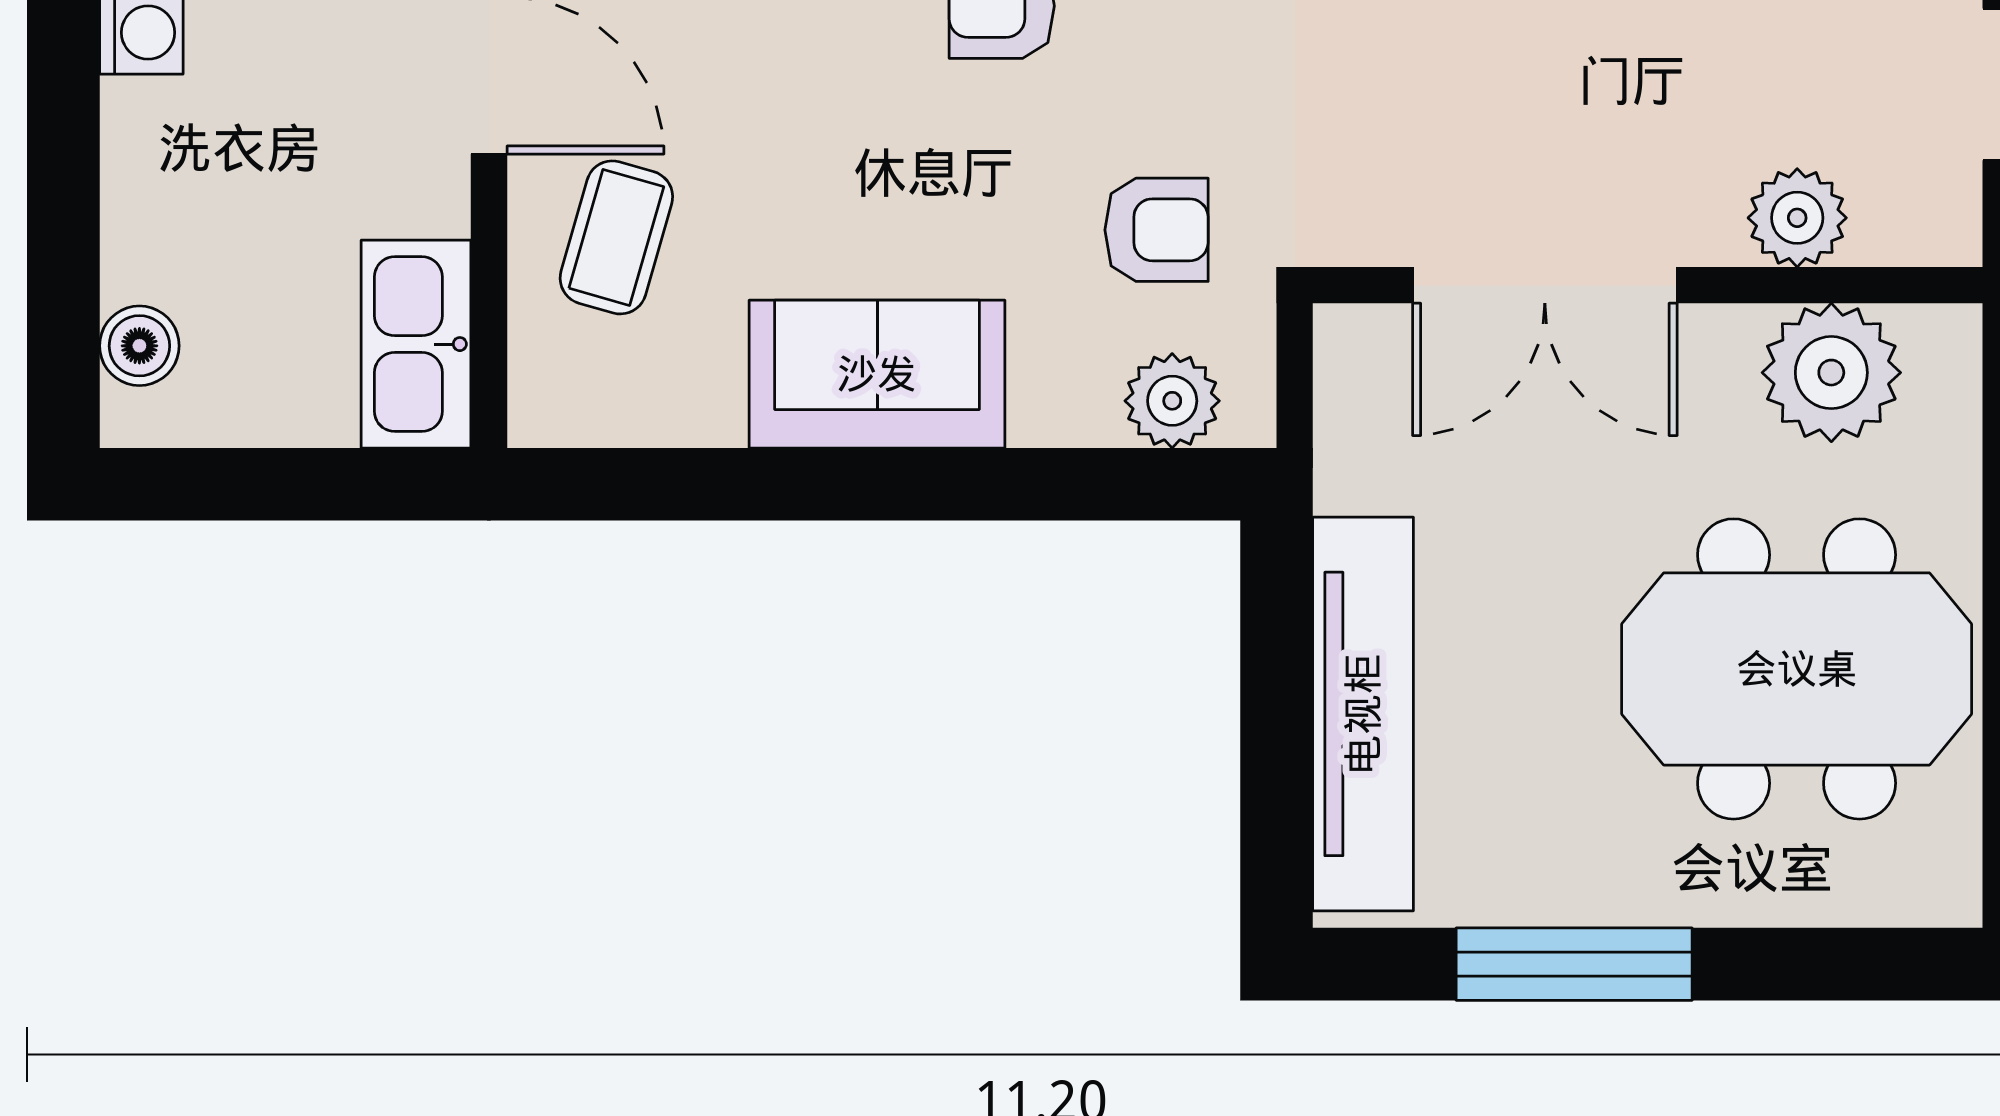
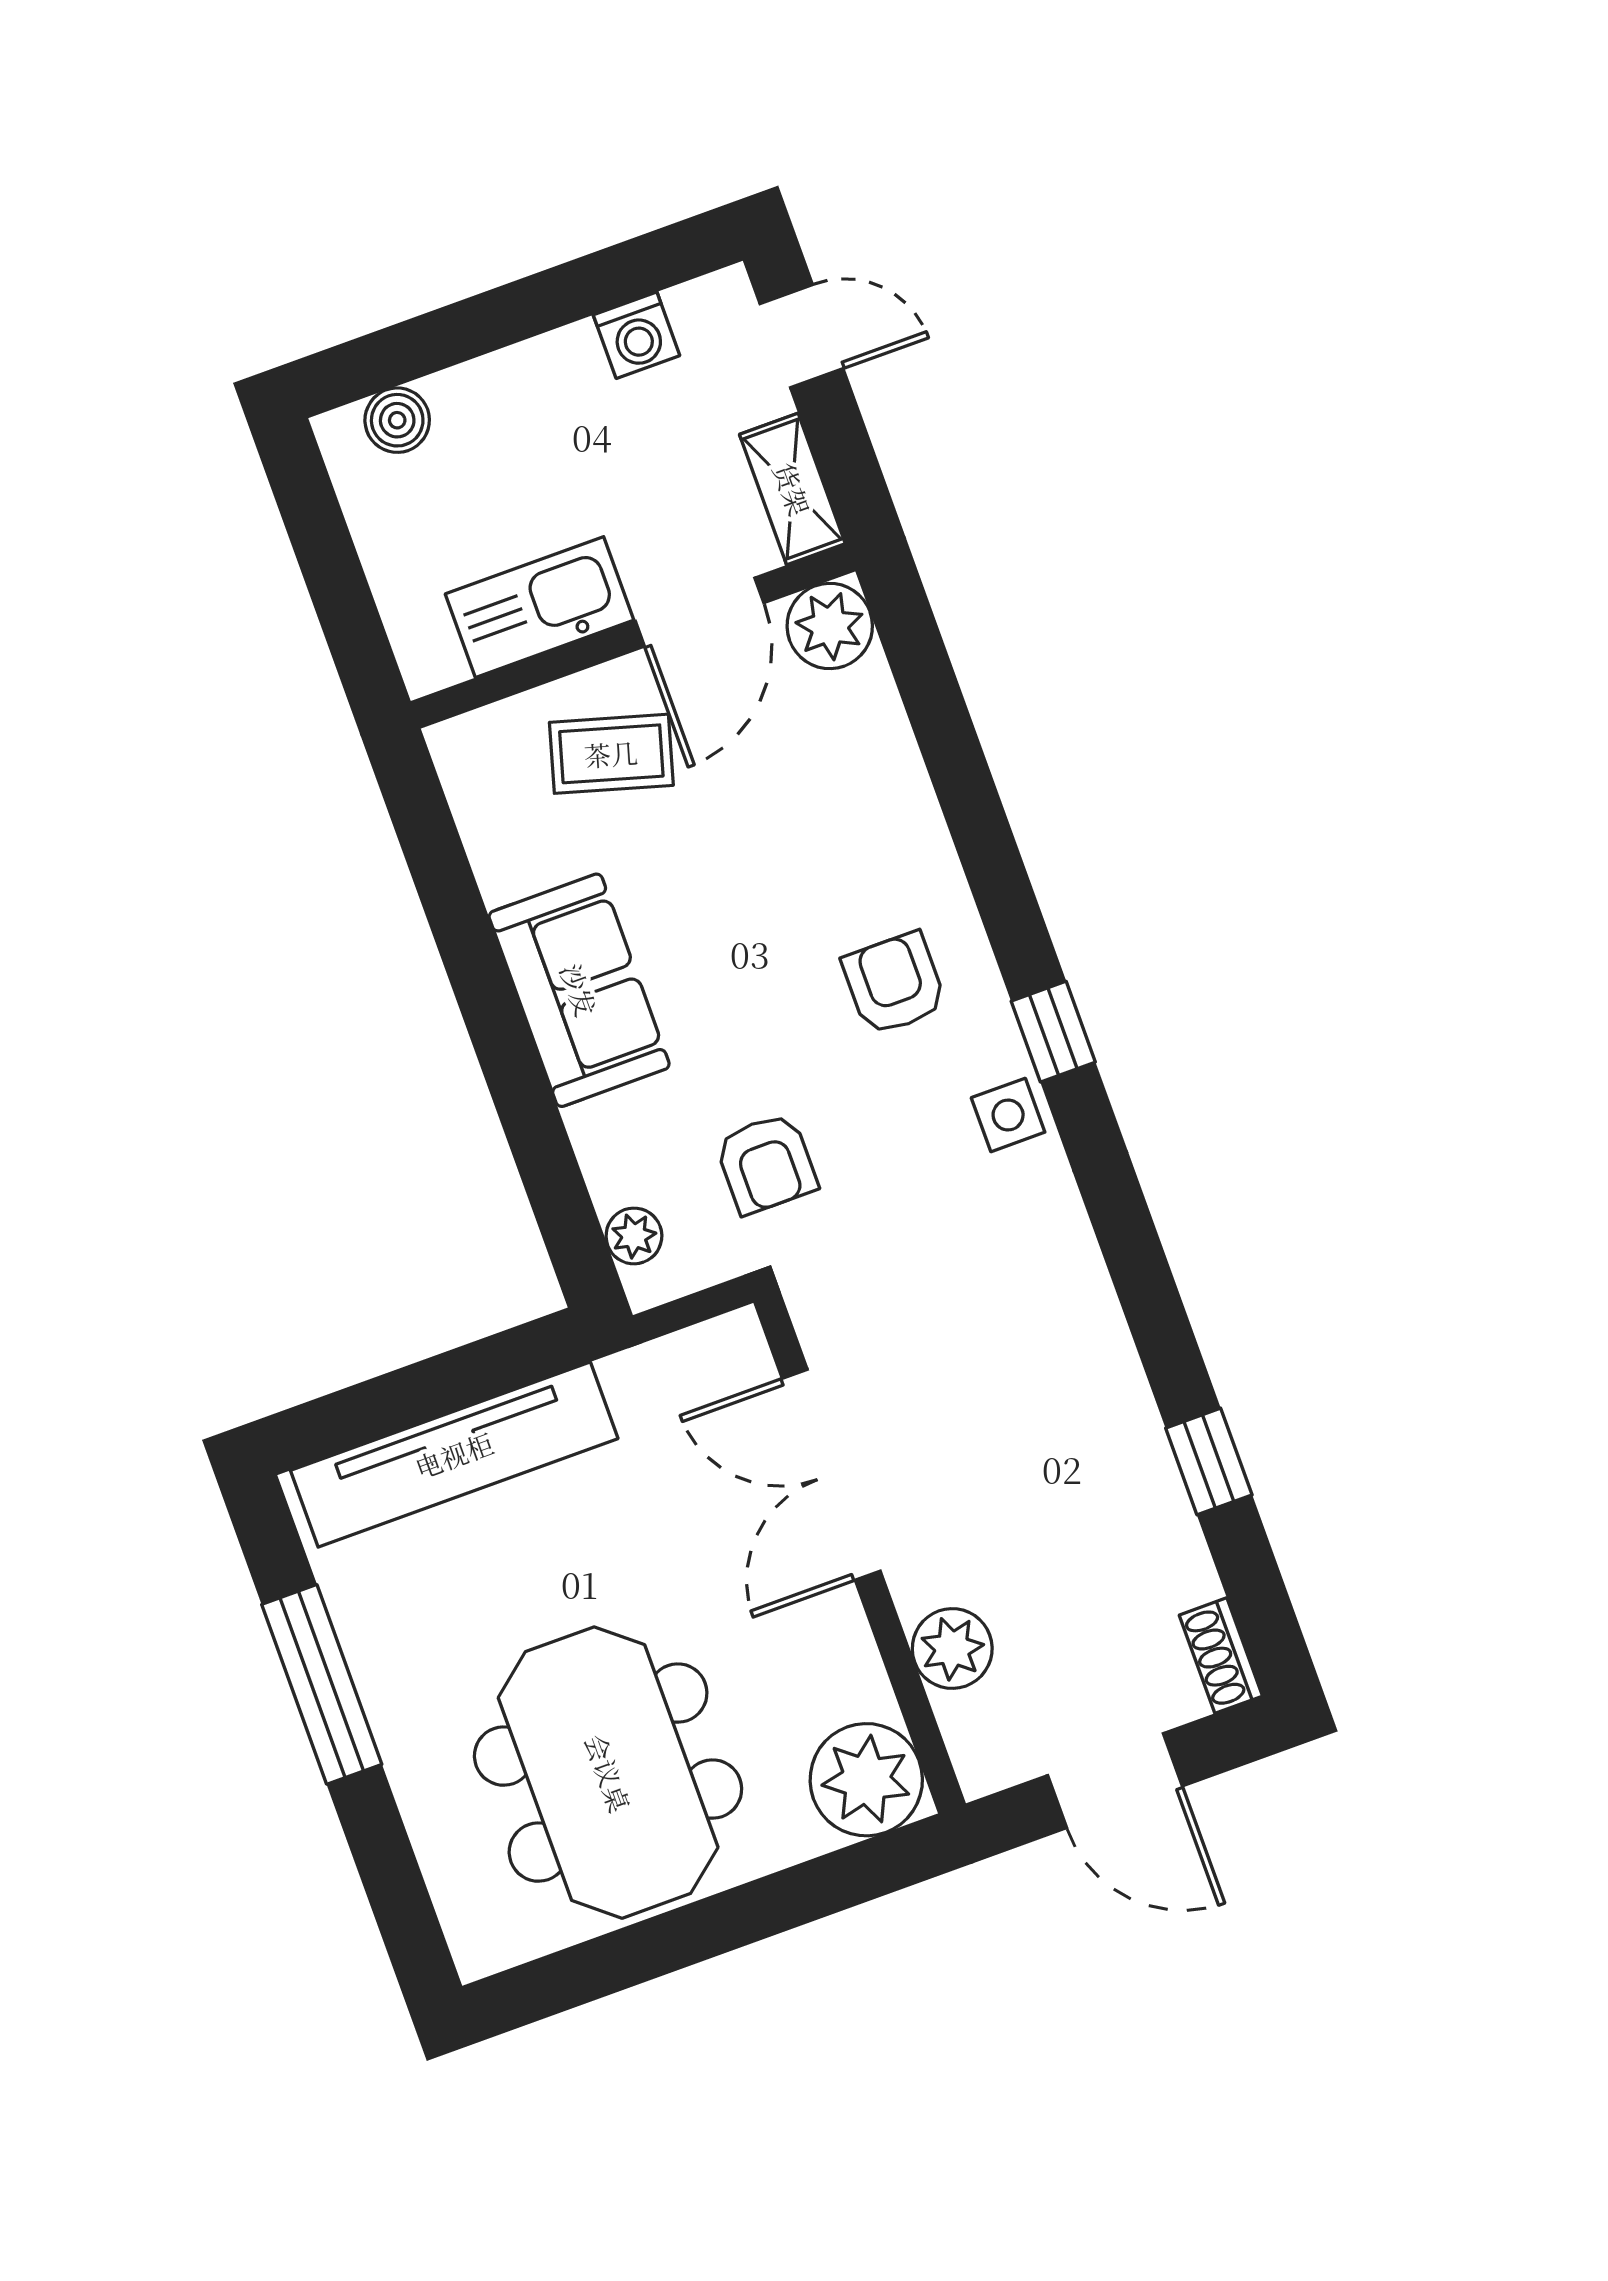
kitchen sink: (416, 344) -> (540, 607), moved
plant: (1831, 373) -> (866, 1780), moved
plant: (1172, 401) -> (634, 1236), width x0.73, depth x0.73

